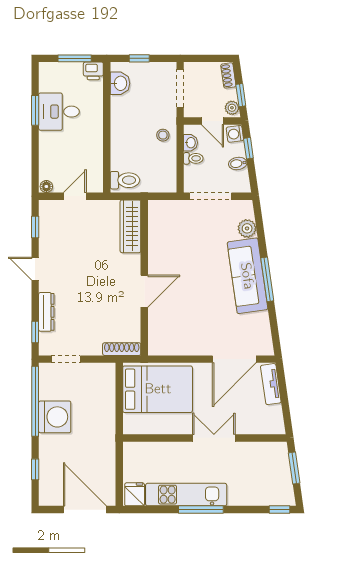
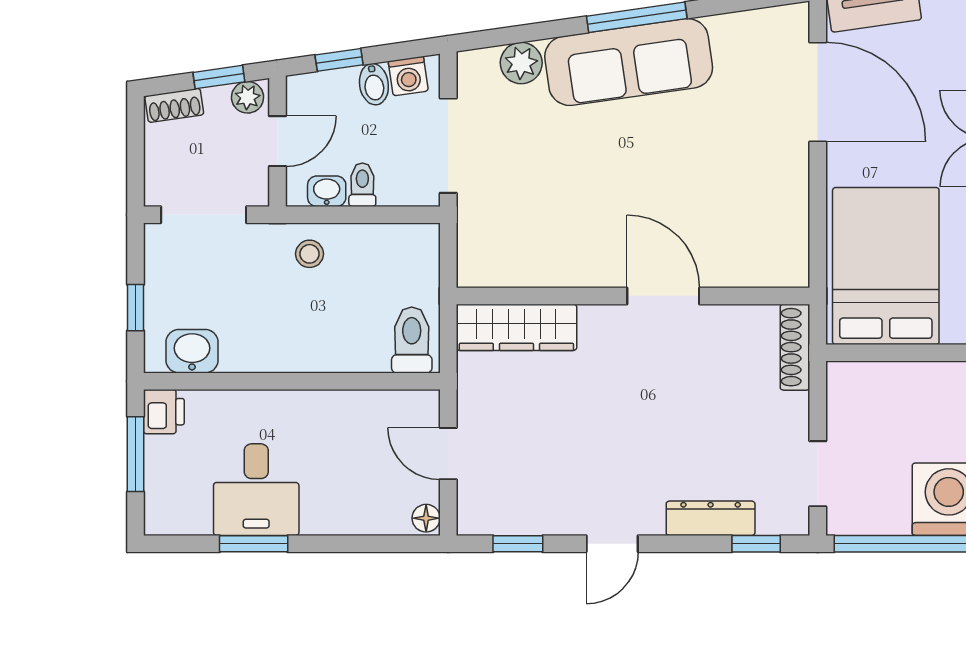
washing machine: (235, 134) -> (408, 76), moved

